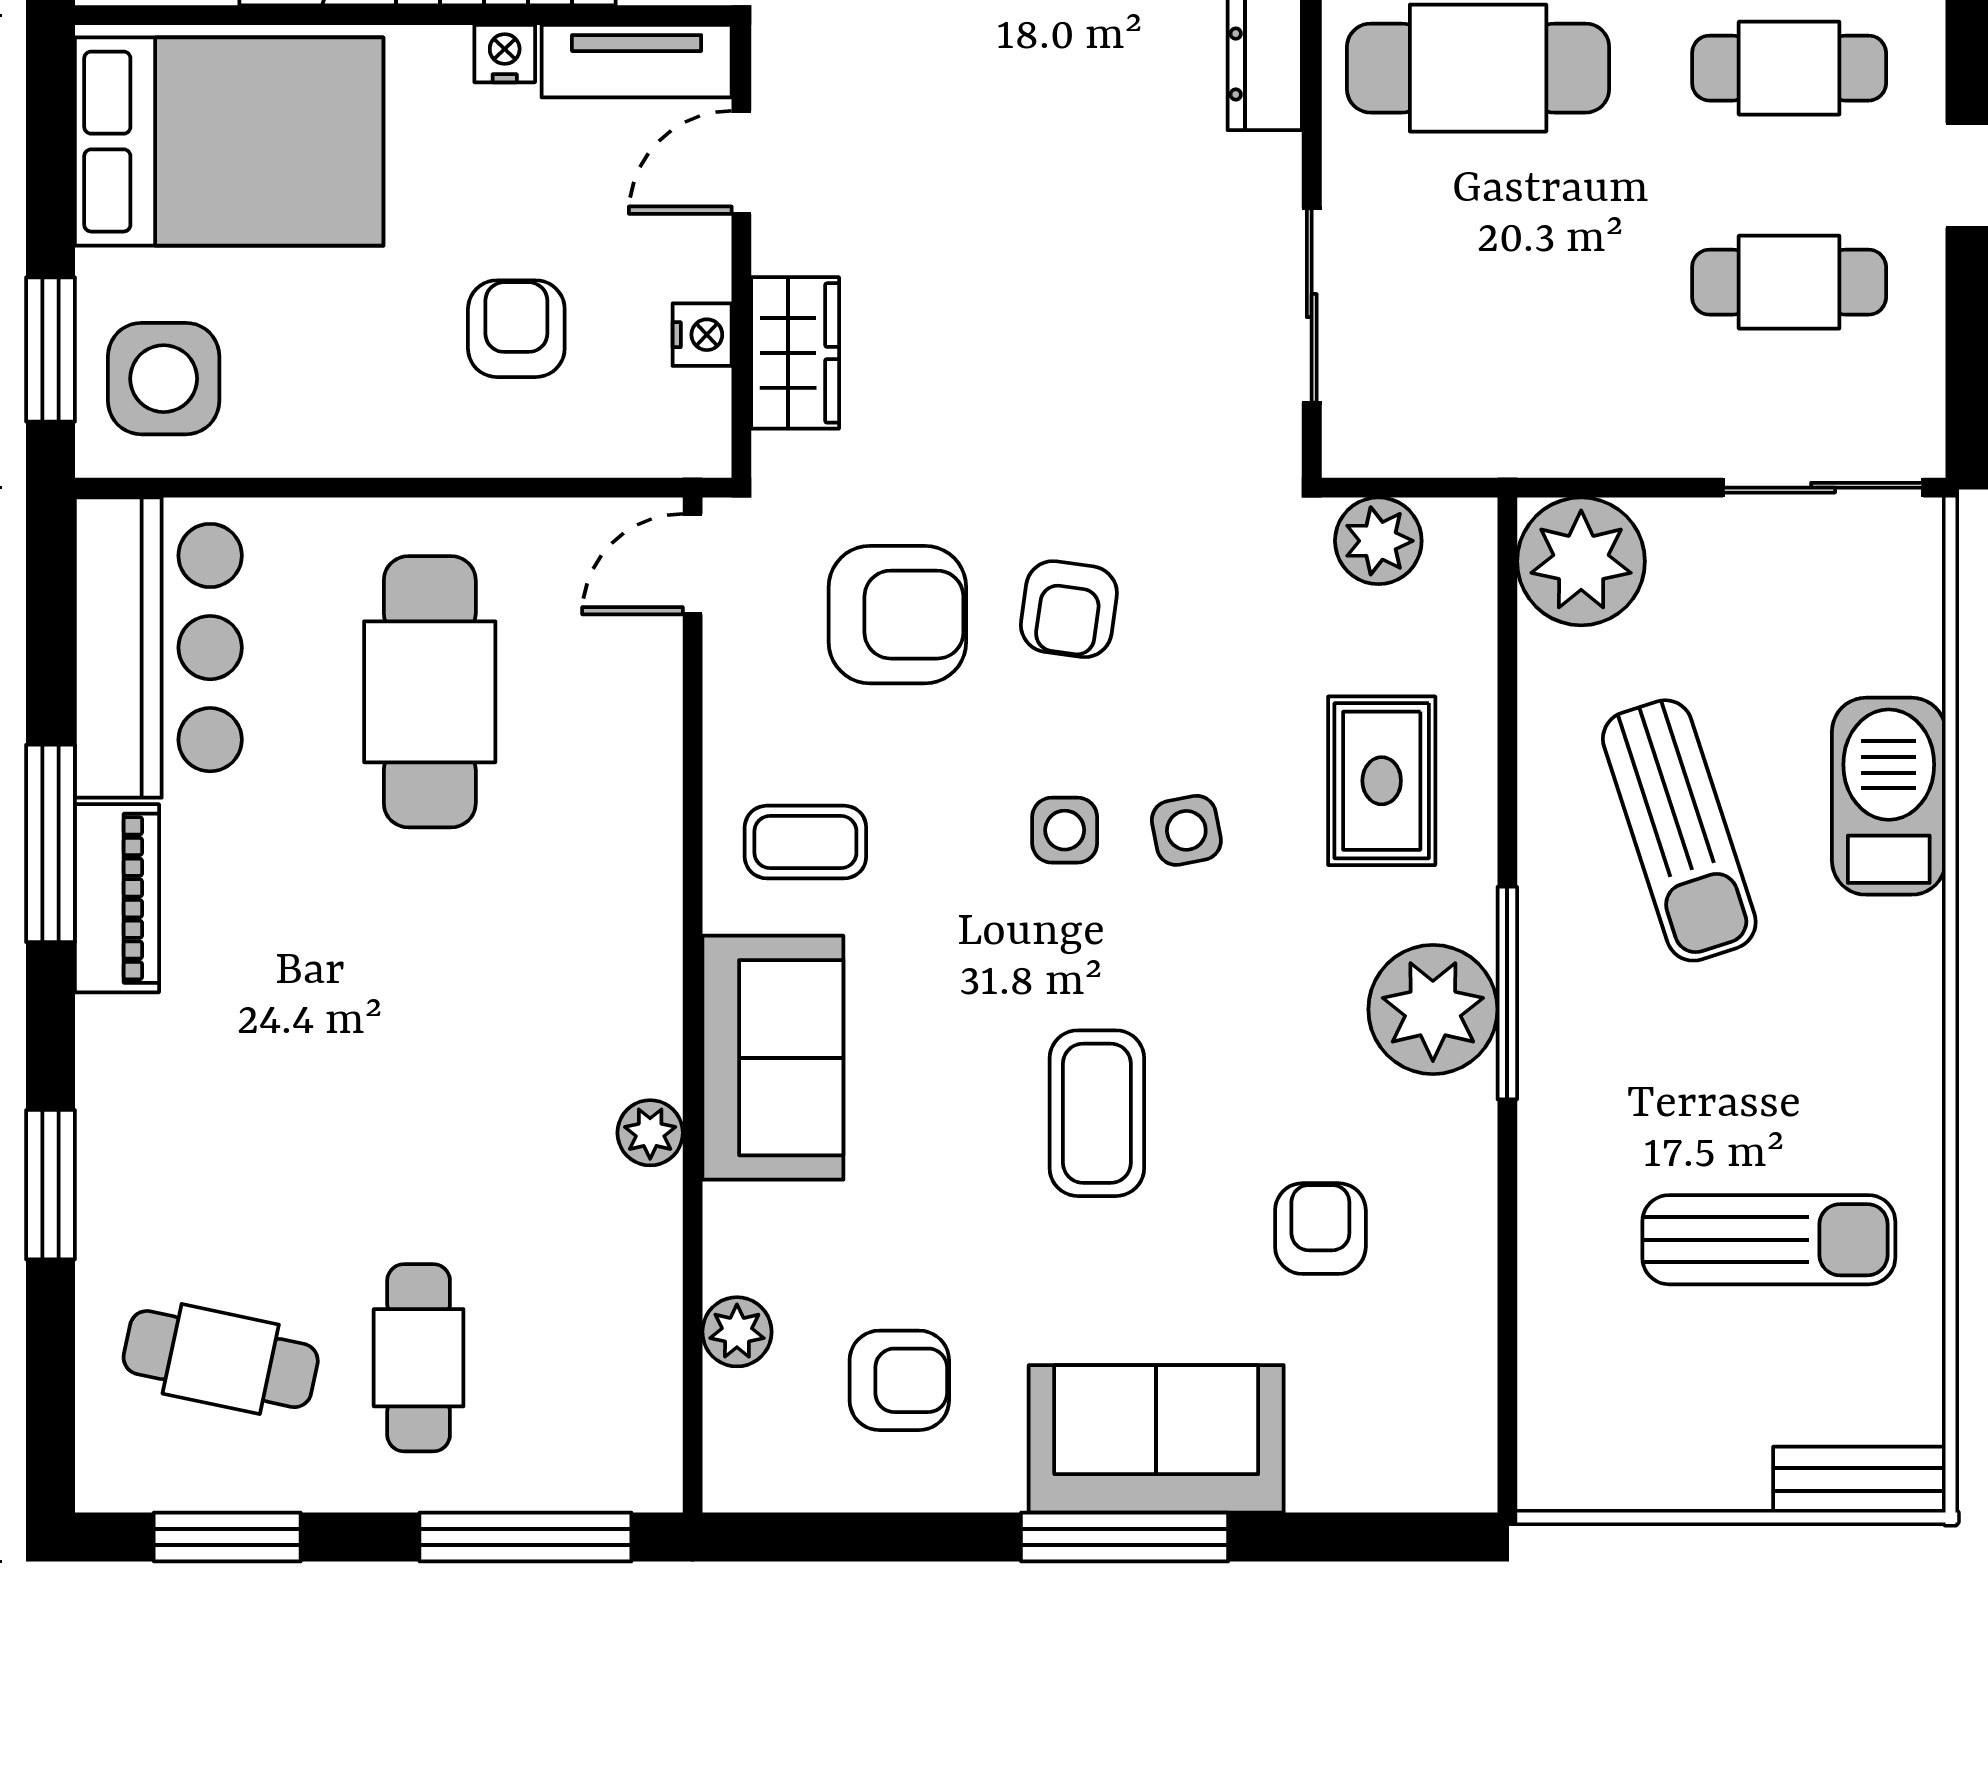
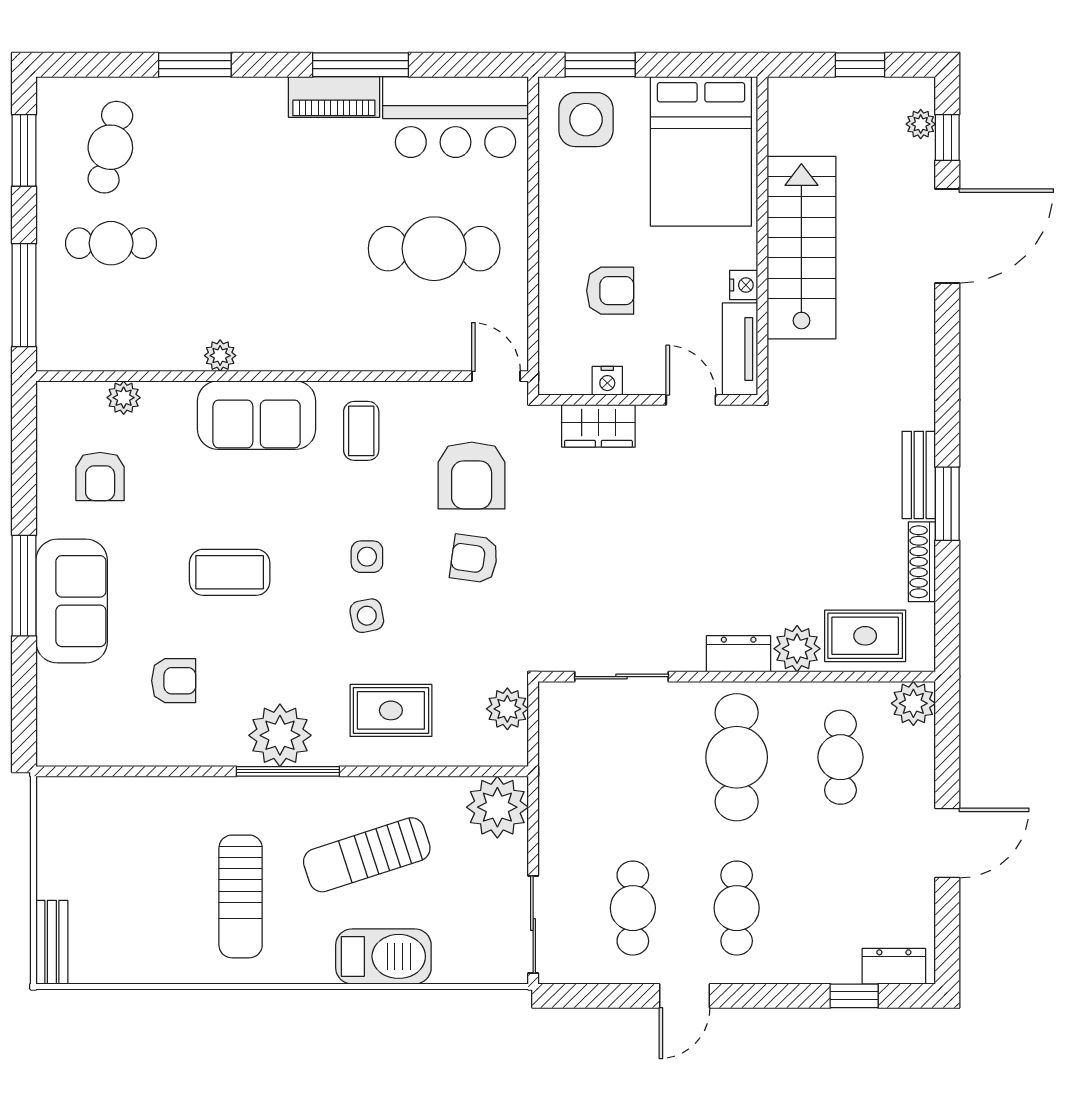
sun lounger: (1769, 1240) -> (241, 896), moved

